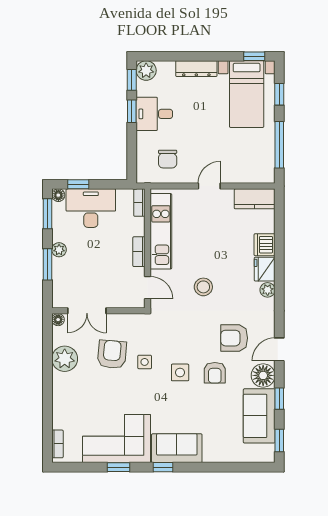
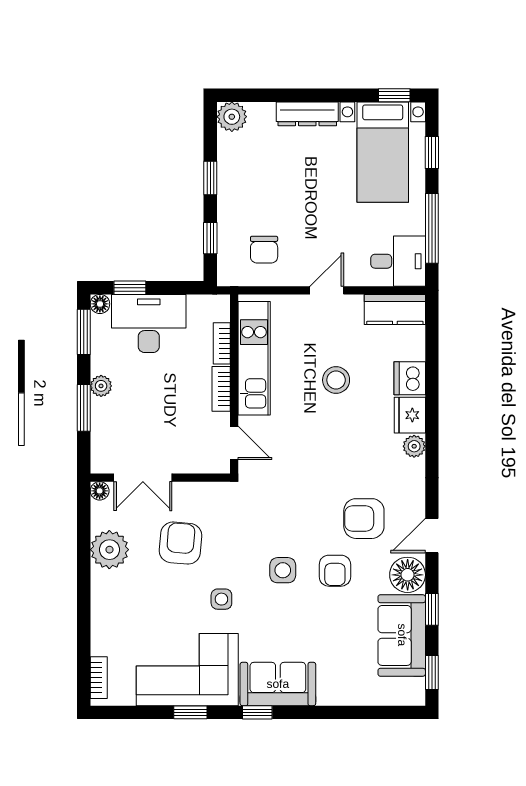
window: (132, 80) -> (210, 238), moved
desk: (154, 114) -> (398, 261), moved, turned 180
bookcase: (139, 203) -> (222, 343), moved
stool: (203, 287) -> (336, 380), moved
side table: (145, 362) -> (221, 599), moved

